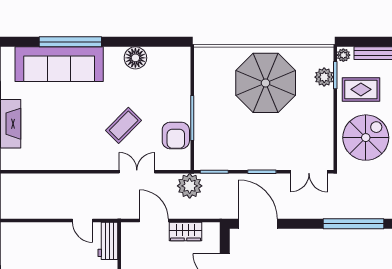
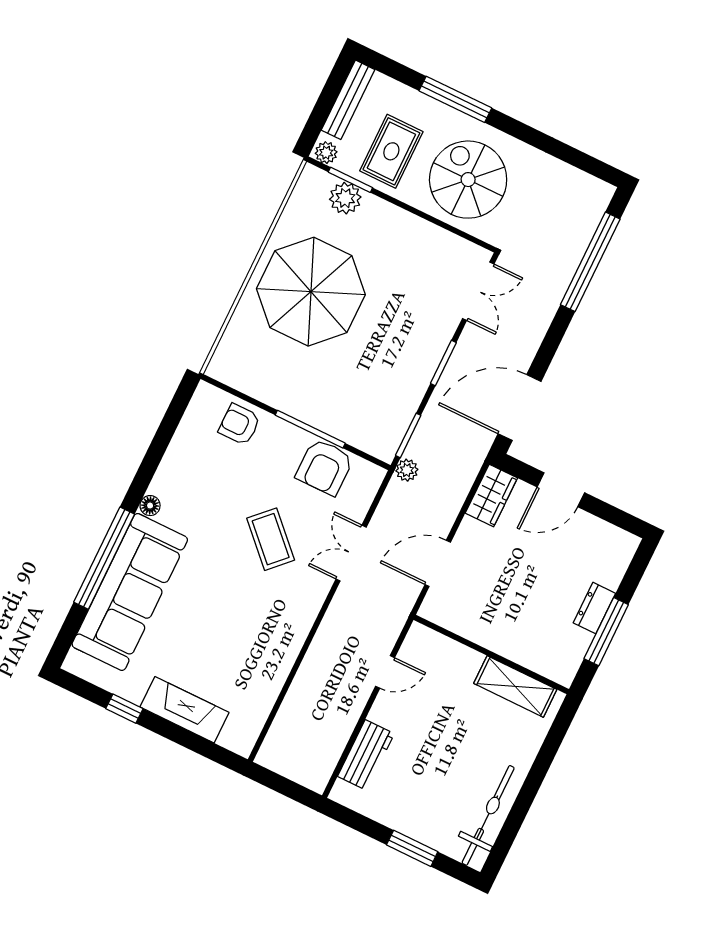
floor lamp: (135, 58) -> (150, 506), moved, width x0.53, depth x0.53
armchair: (177, 79) -> (239, 424), added
armchair: (176, 136) -> (325, 467), turned 90
plant: (190, 186) -> (407, 470), width x0.53, depth x0.53
wardrobe: (186, 232) -> (491, 496), moved
workbench: (108, 241) -> (366, 755), moved, turned -90

